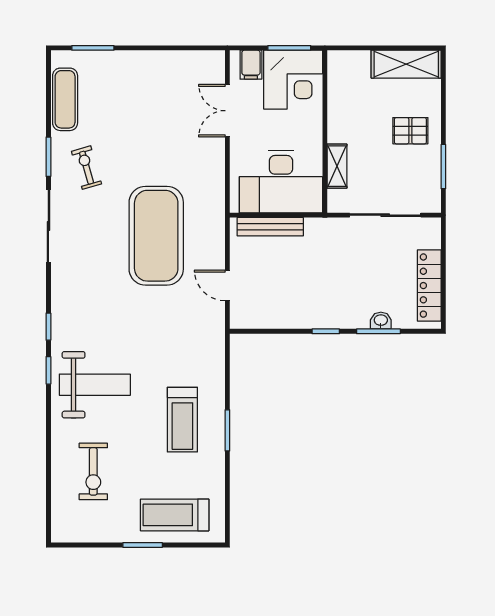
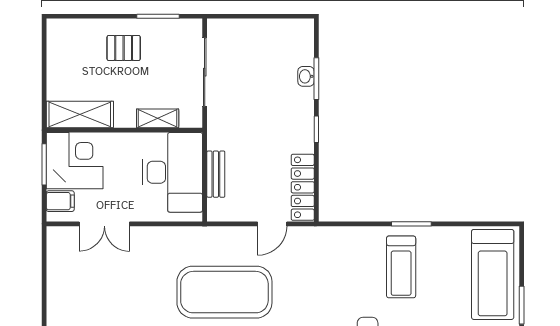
shelving: (406, 64) -> (80, 114), moved, turned 90
pallet: (410, 131) -> (124, 48), turned 90
bench: (270, 227) -> (216, 174), width x0.73
locker: (429, 286) -> (303, 187), moved, turned 90
treadmill: (182, 420) -> (401, 267), turned 90
treadmill: (175, 515) -> (493, 274), width x1.37, depth x1.38

